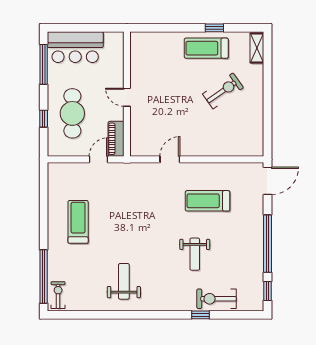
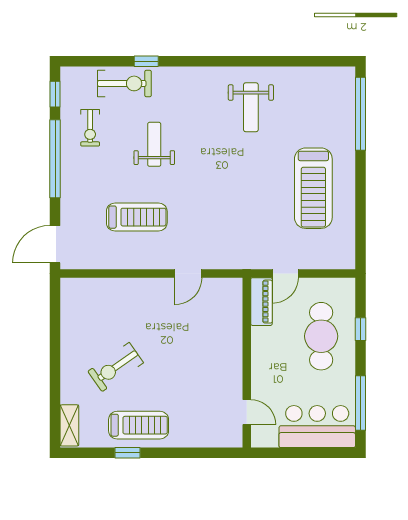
door: (127, 97) -> (247, 412), moved
treadmill: (78, 222) -> (313, 188), width x1.37, depth x1.38
exercise bike: (58, 295) -> (90, 128), moved

